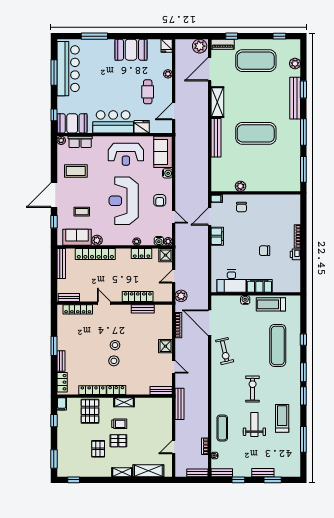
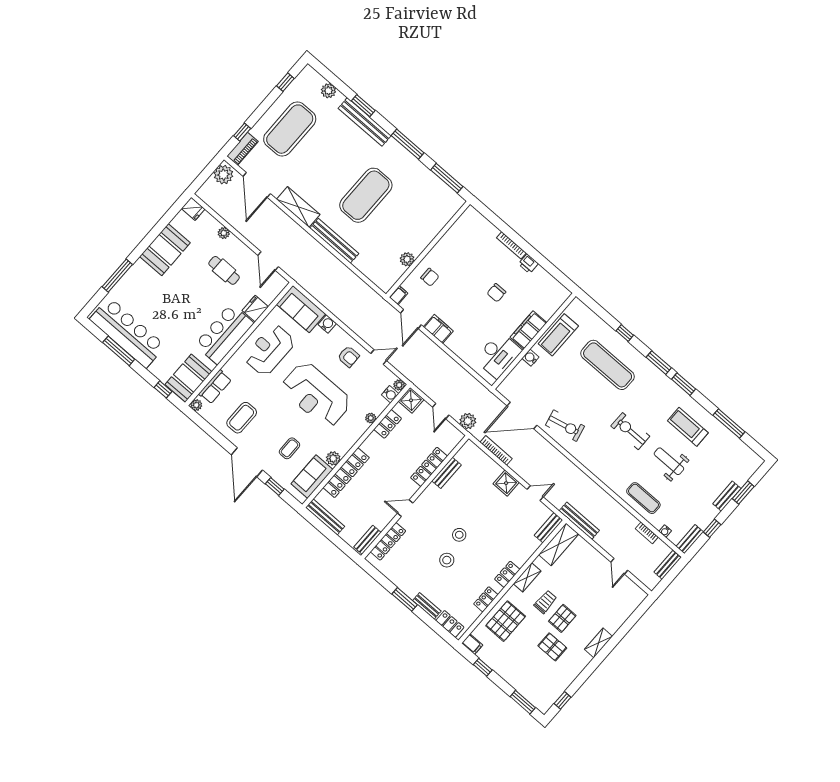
reception desk: (126, 154) -> (269, 350), turned 180
stool: (114, 361) -> (447, 560), moved
locker: (93, 390) -> (486, 599), width x0.66
pallet: (90, 411) -> (506, 621), turned 90
shelving: (148, 471) -> (559, 544), moved

